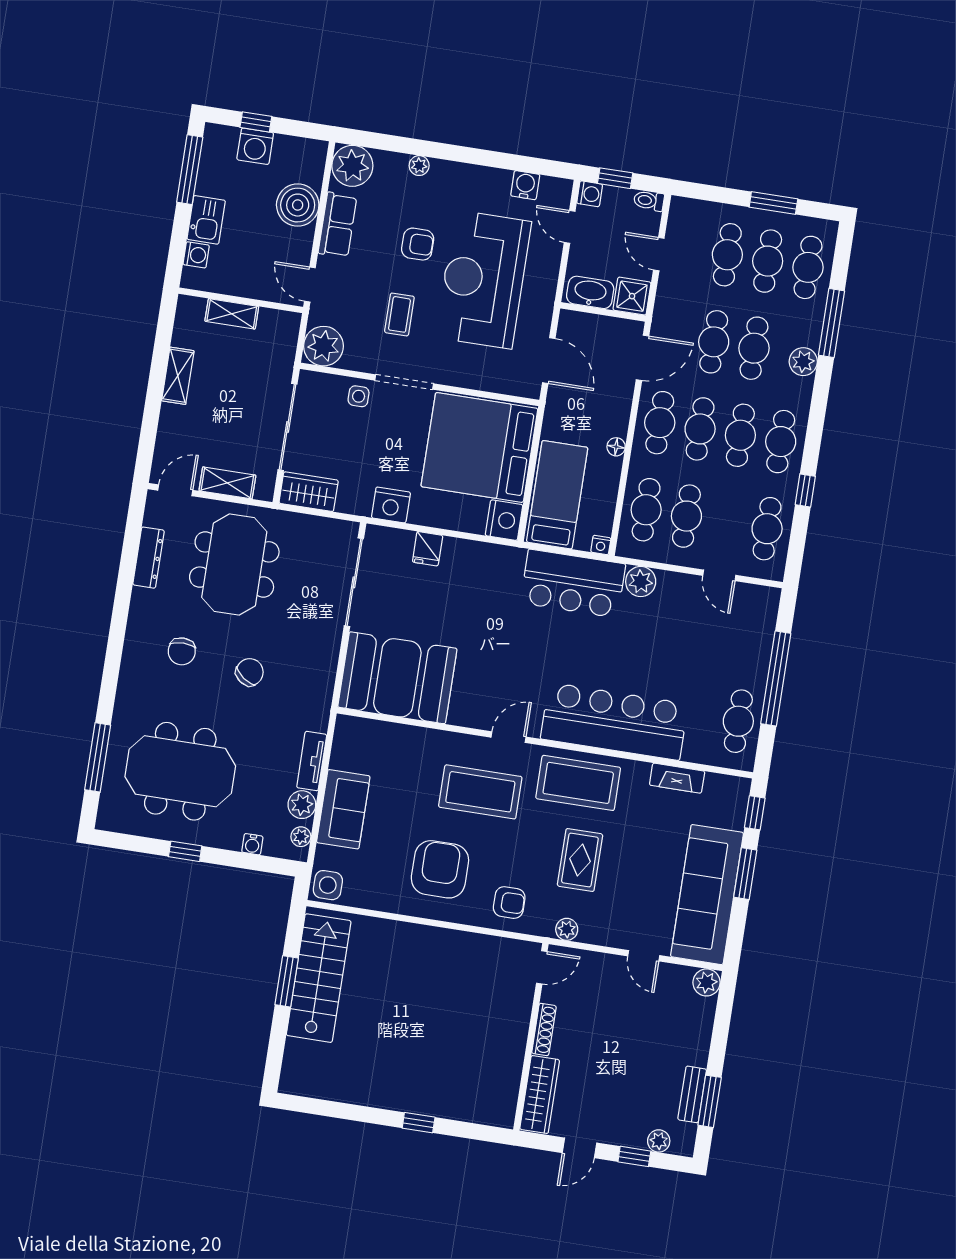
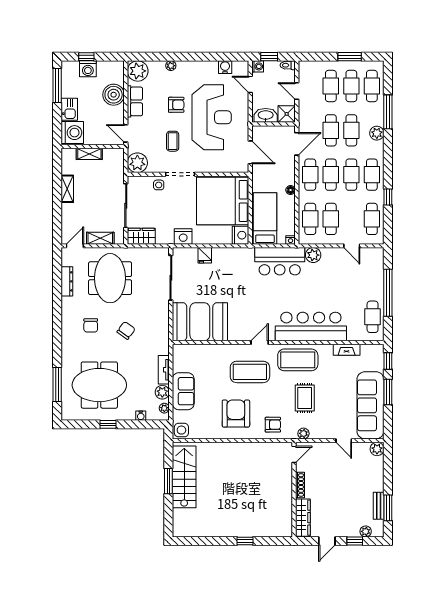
washing machine: (196, 255) -> (72, 133), width x1.89, depth x1.89
reception desk: (483, 279) -> (212, 117), turned 180

